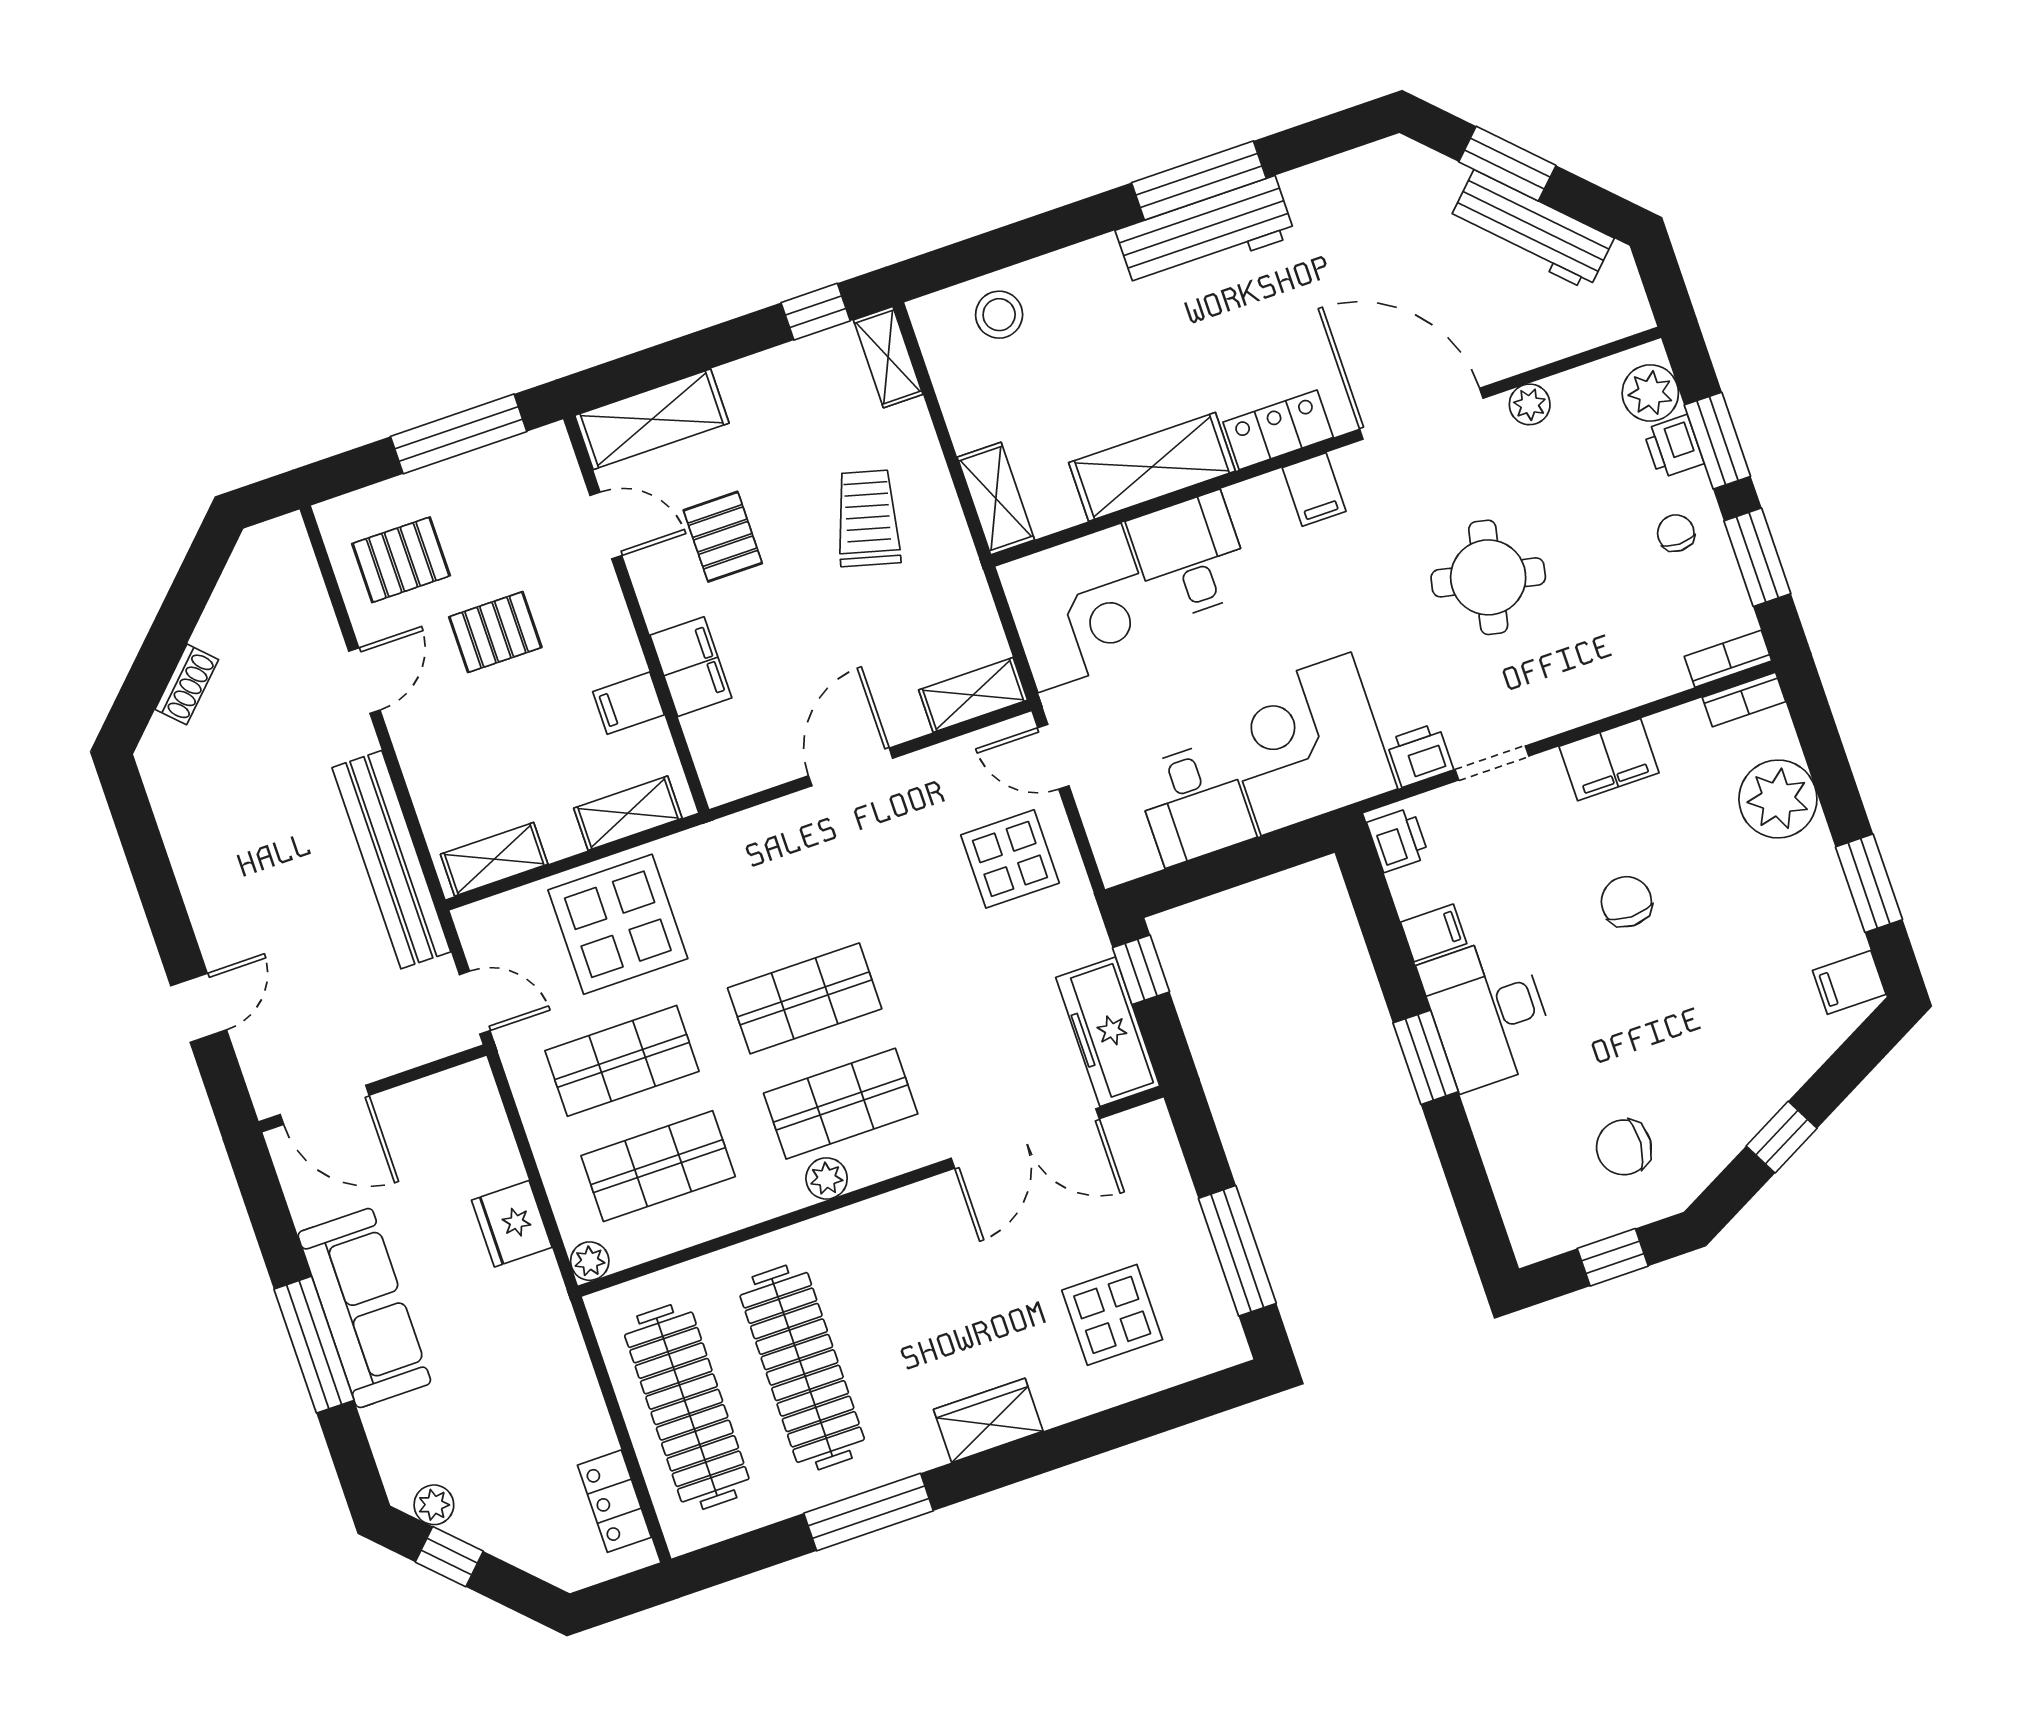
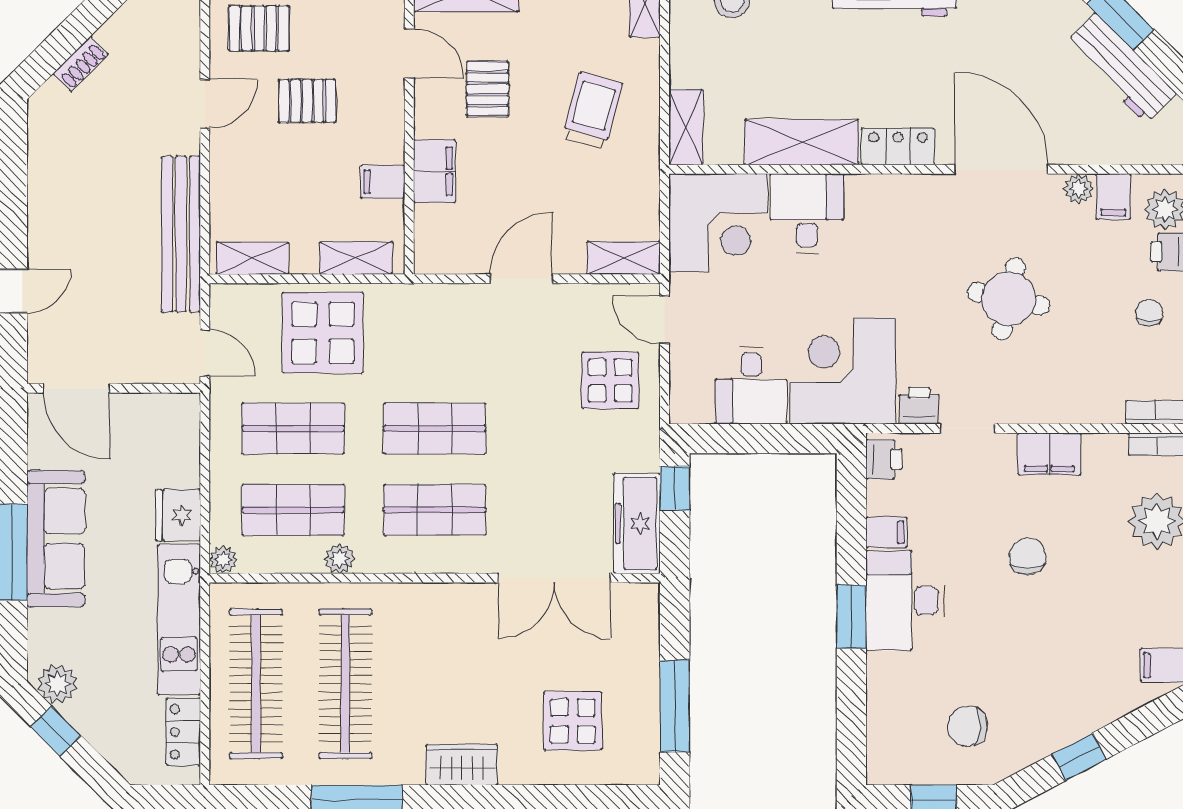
filing cabinet: (1314, 490) -> (1113, 196), moved
plant: (827, 1178) -> (339, 559), moved
kitchen unit: (559, 1358) -> (179, 620), added
plant: (434, 1505) -> (57, 684), width x1.38, depth x1.38

